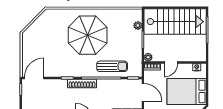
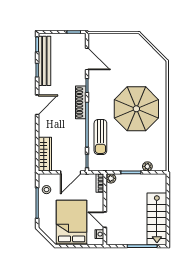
stairs: (175, 22) -> (157, 219), width x0.73, depth x0.66
door: (171, 62) -> (105, 220), moved
door: (34, 78) -> (87, 59), moved

